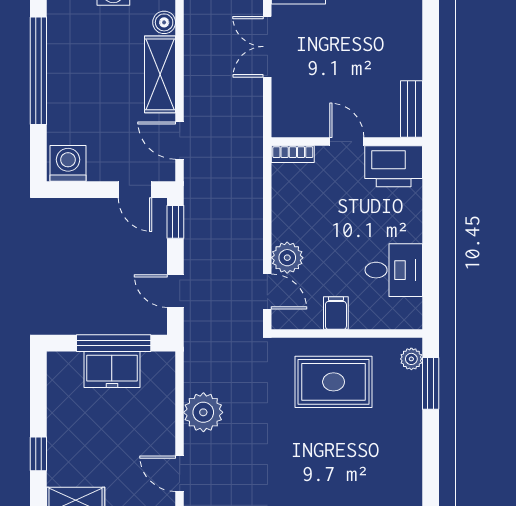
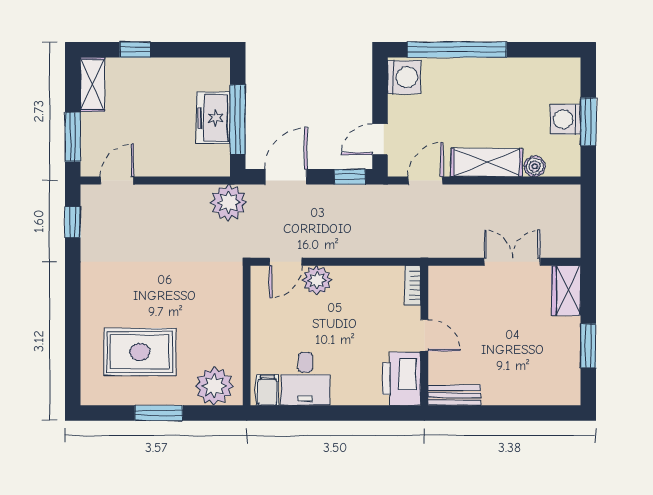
window: (38, 71) -> (457, 50), moved
door: (347, 142) -> (424, 335), hinge flipped
door: (175, 291) -> (286, 177), width x1.37
filing cabinet: (336, 313) -> (267, 390), moved, turned -90
plant: (411, 359) -> (214, 386), width x1.87, depth x1.87
rug: (334, 382) -> (140, 352), moved, turned 90
window: (431, 383) -> (159, 413), moved
plant: (203, 412) -> (228, 202), moved

